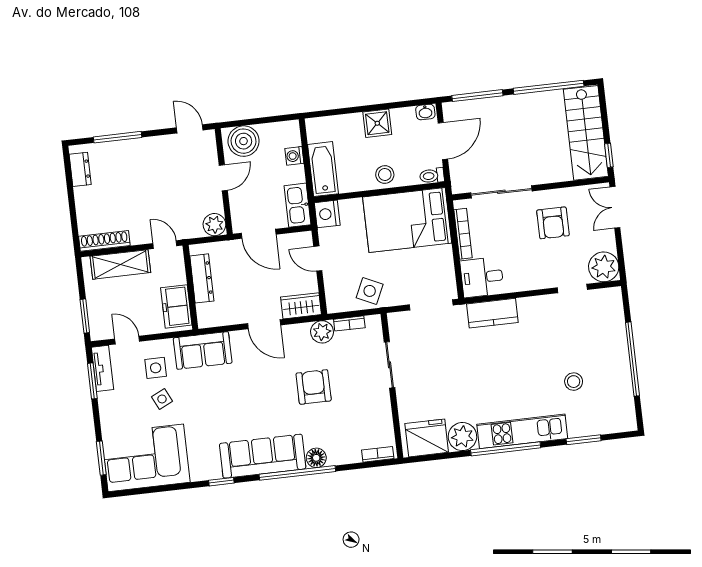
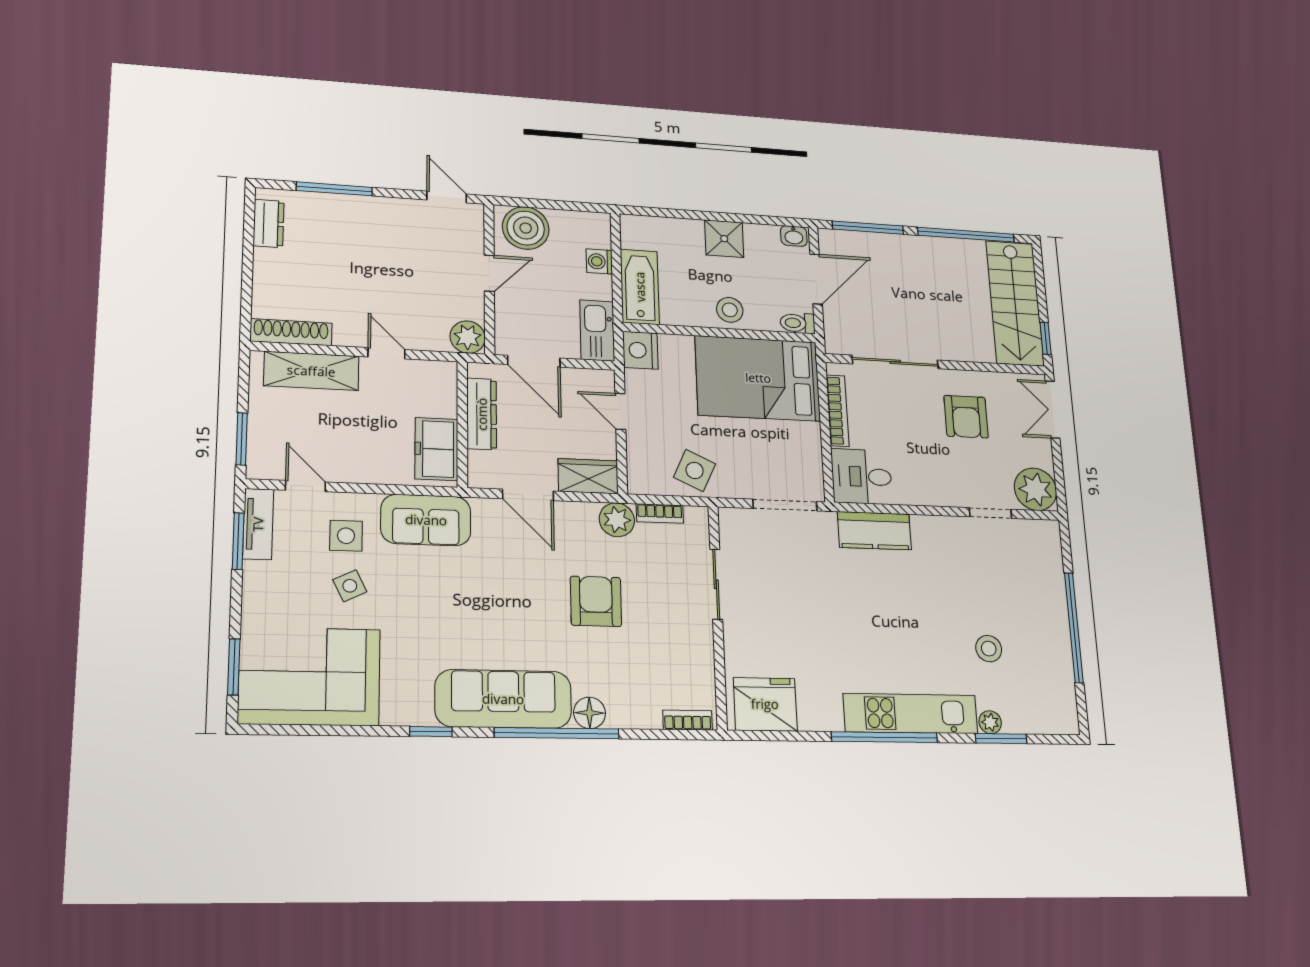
dresser: (202, 278) -> (482, 414), moved
wall: (190, 287) -> (462, 424), moved
freezer: (176, 306) -> (436, 449), moved
plant: (462, 437) -> (990, 722), moved, width x0.53, depth x0.53

